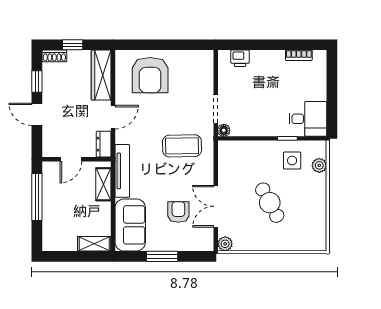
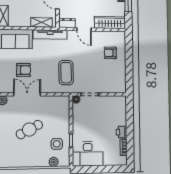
printer: (240, 58) -> (122, 132), moved
armchair: (150, 75) -> (110, 53), width x0.53, depth x0.53
desk: (308, 119) -> (88, 154), width x1.37

